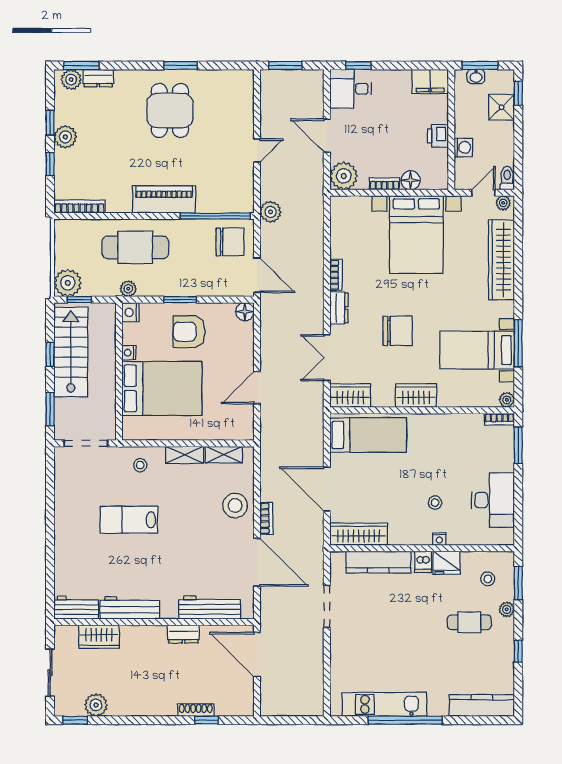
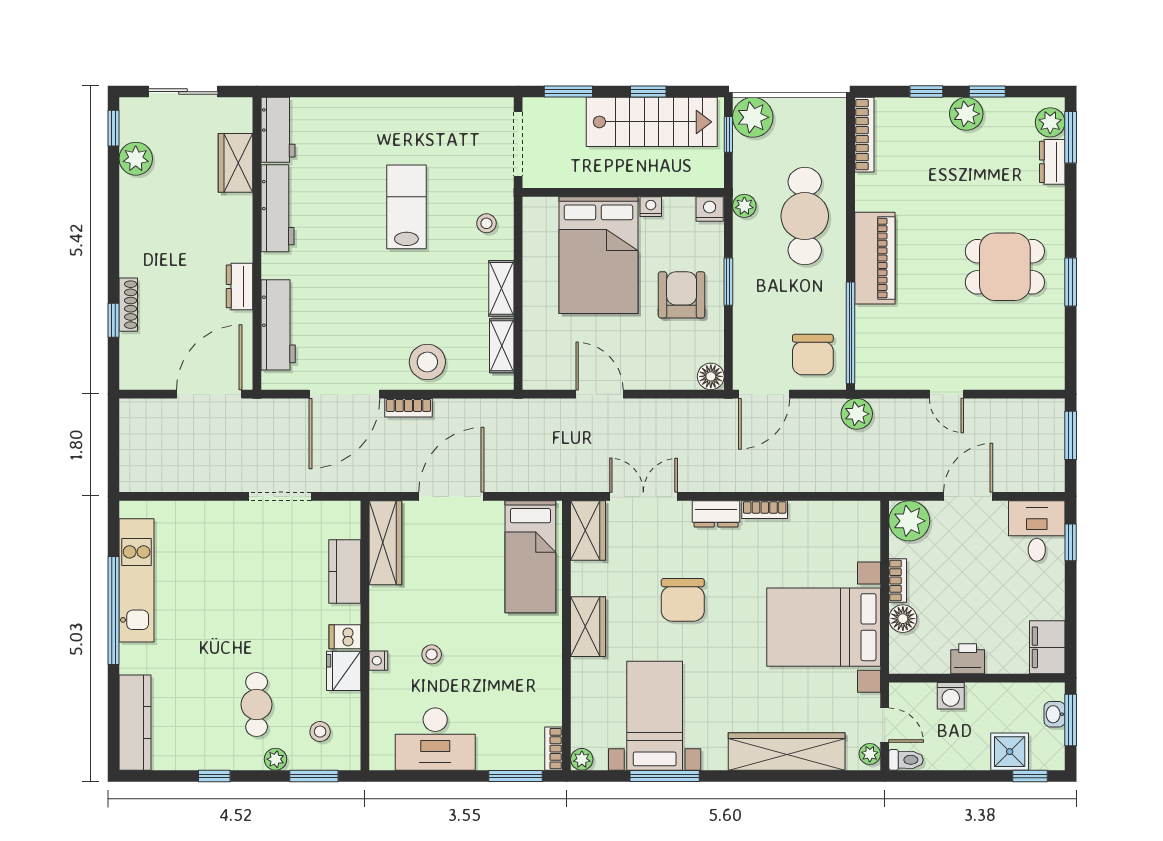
kitchen counter: (378, 562) -> (345, 572), width x0.67

